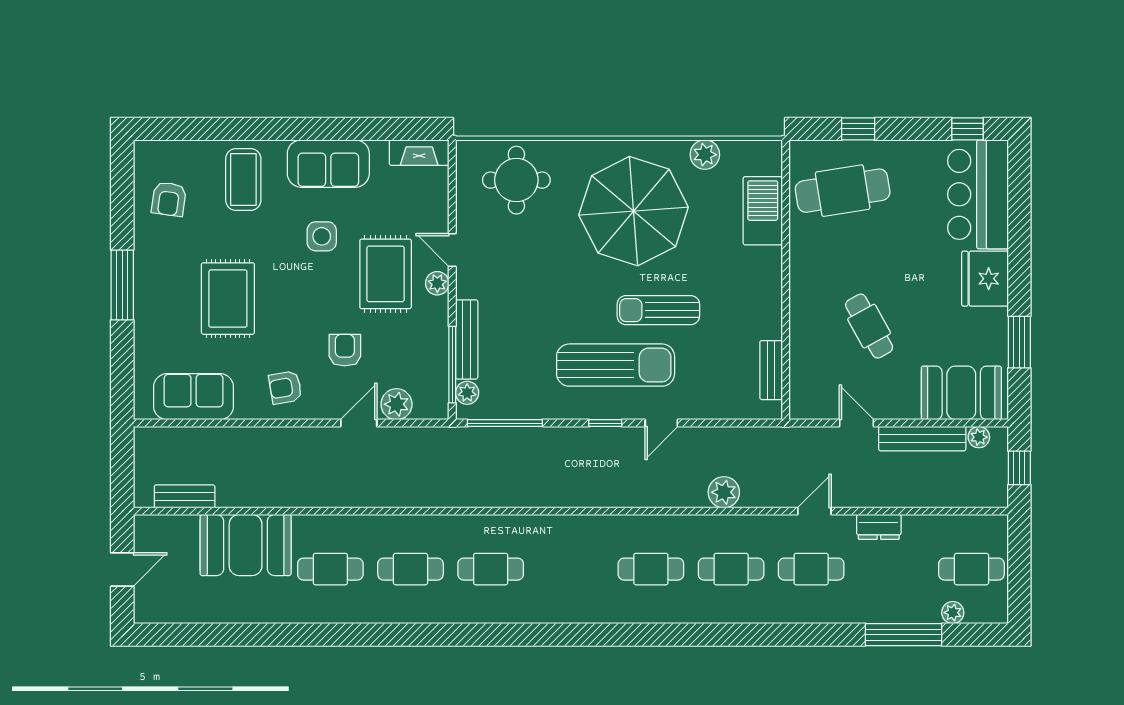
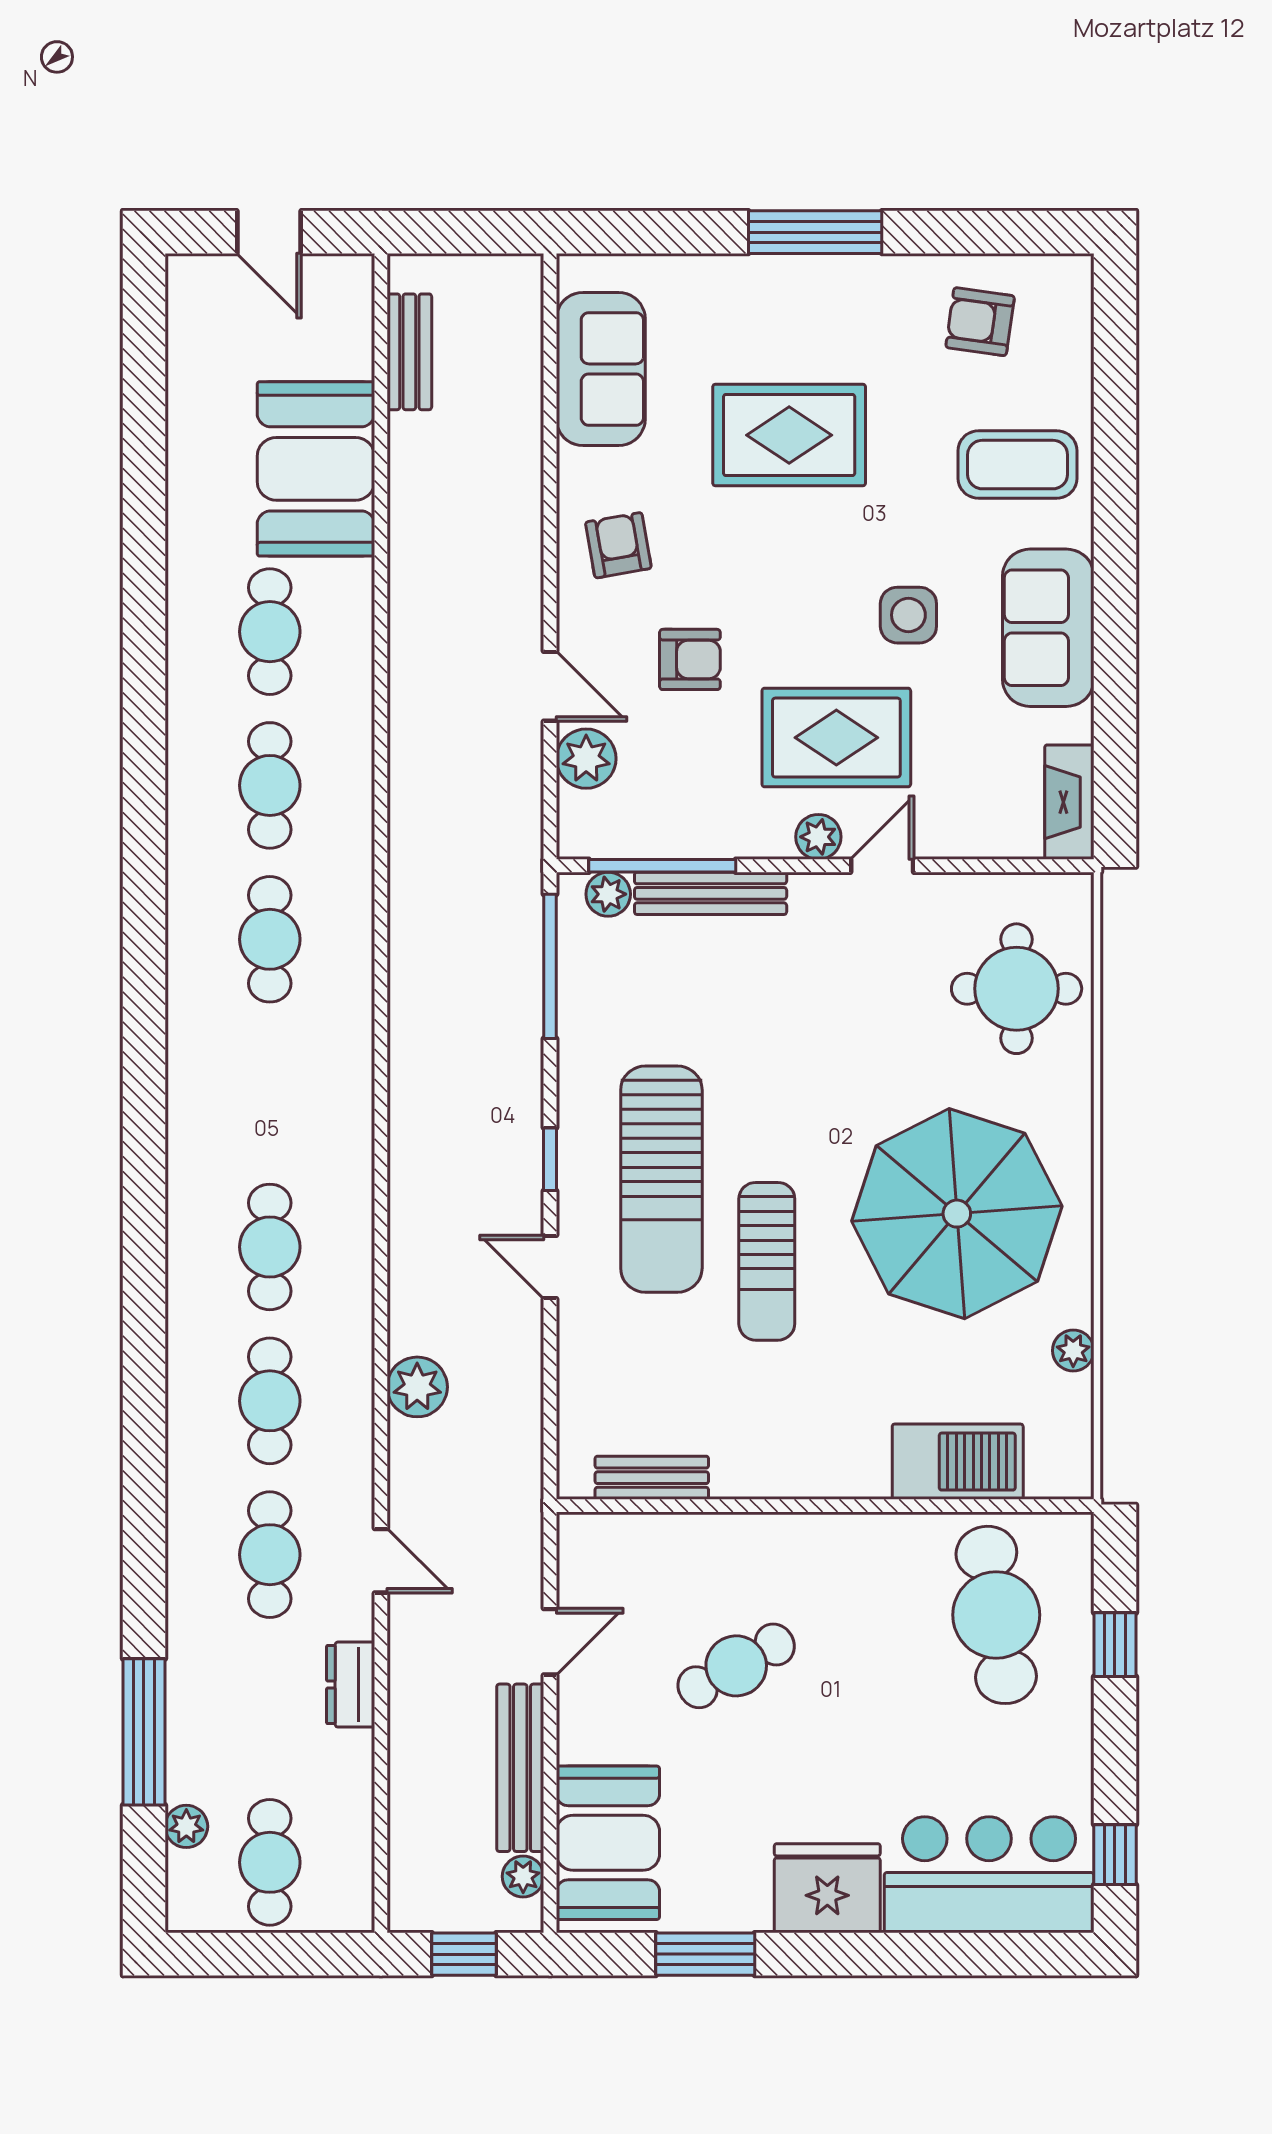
plant: (705, 155) -> (1073, 1351), width x0.73, depth x0.73
sun lounger: (658, 310) -> (767, 1261), turned 180

